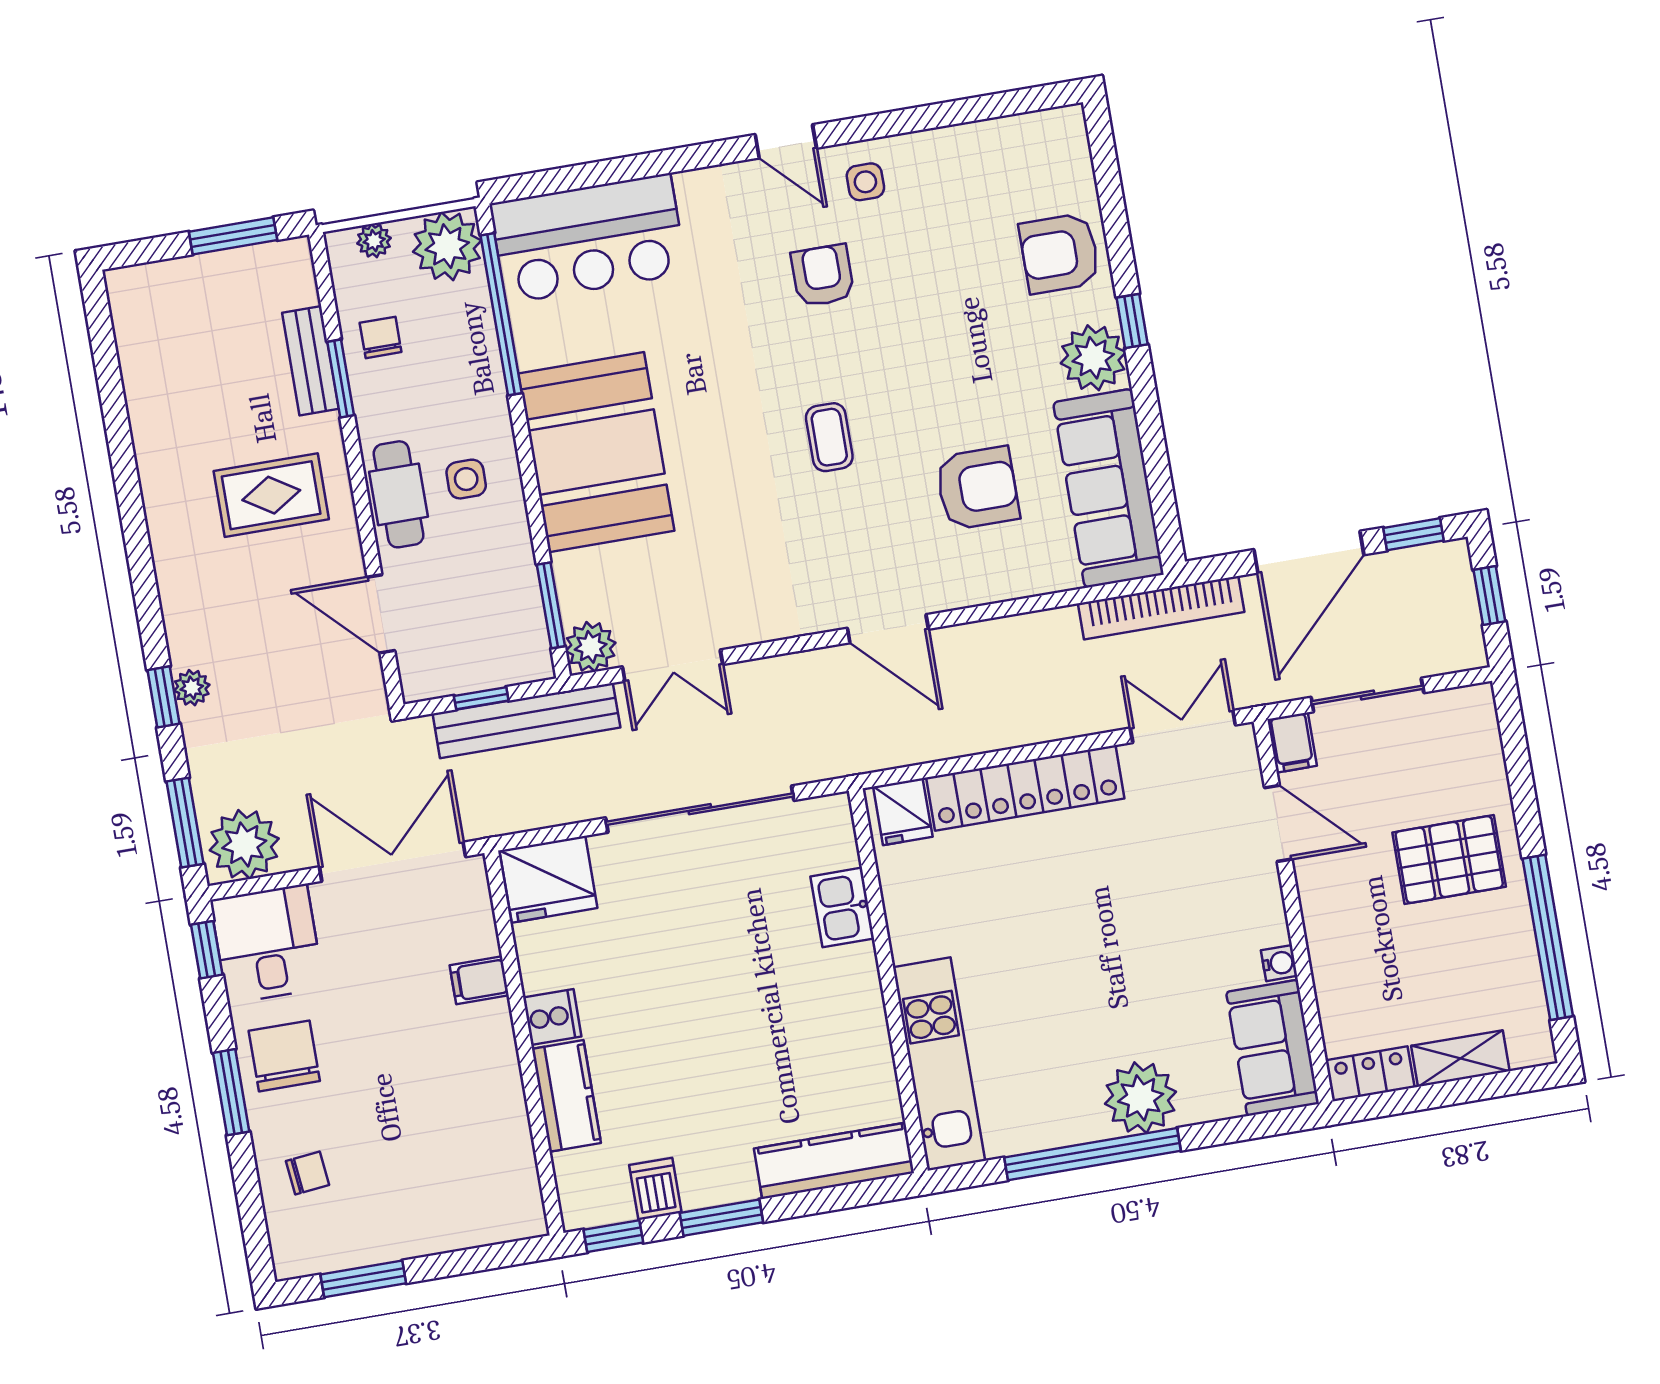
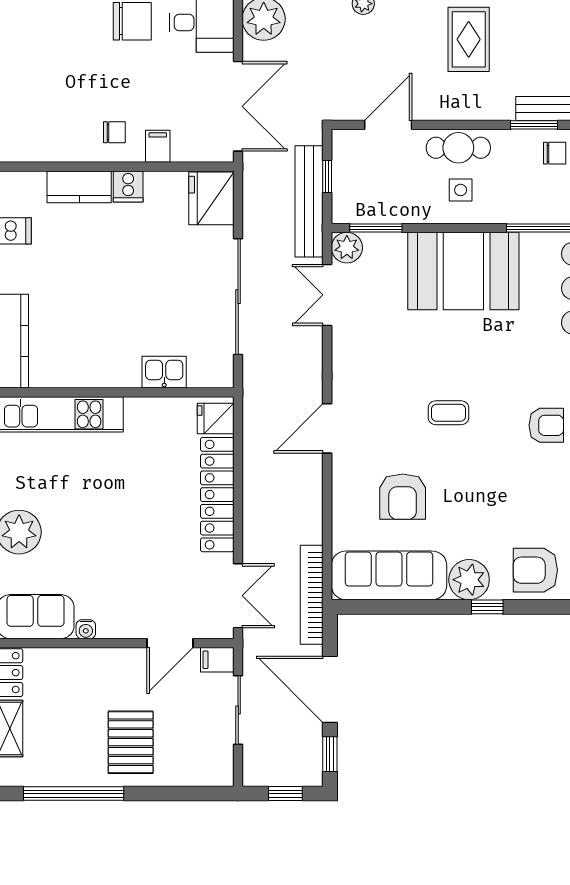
armchair: (1060, 253) -> (535, 570), turned -90
rug: (271, 495) -> (469, 39), moved
chair: (307, 1173) -> (114, 132), moved, turned -84

